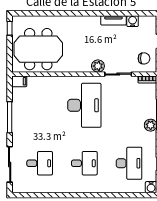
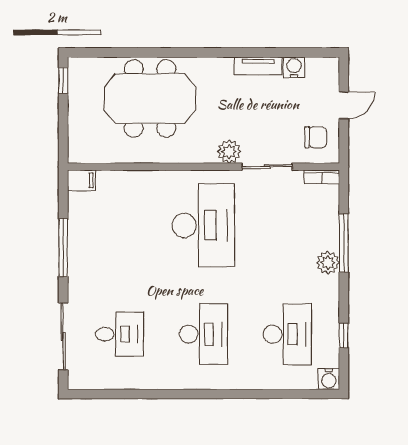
meeting table: (38, 49) -> (150, 98), moved
desk: (84, 163) -> (203, 334), width x1.37

